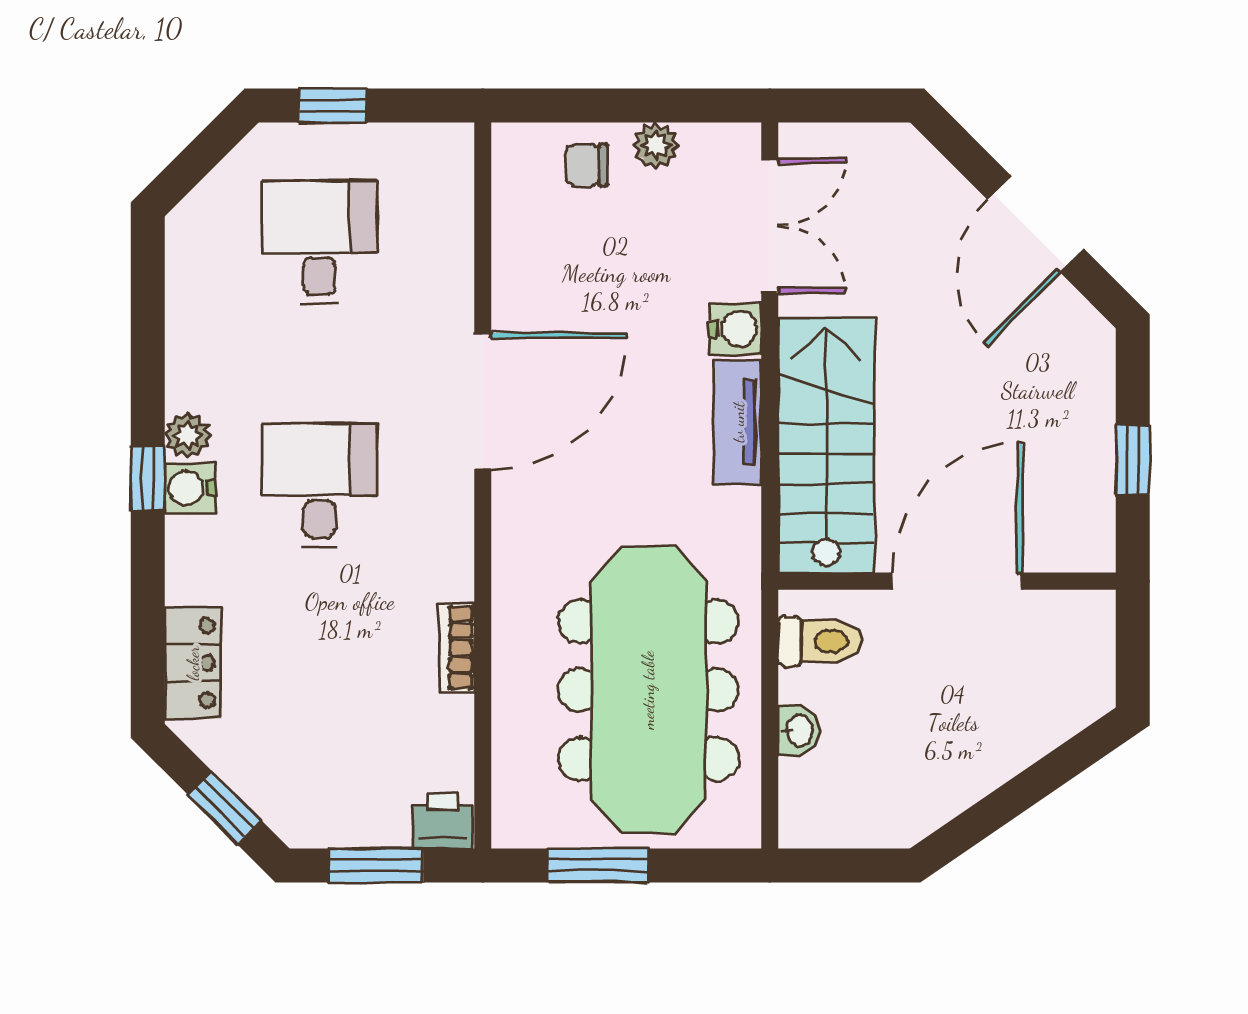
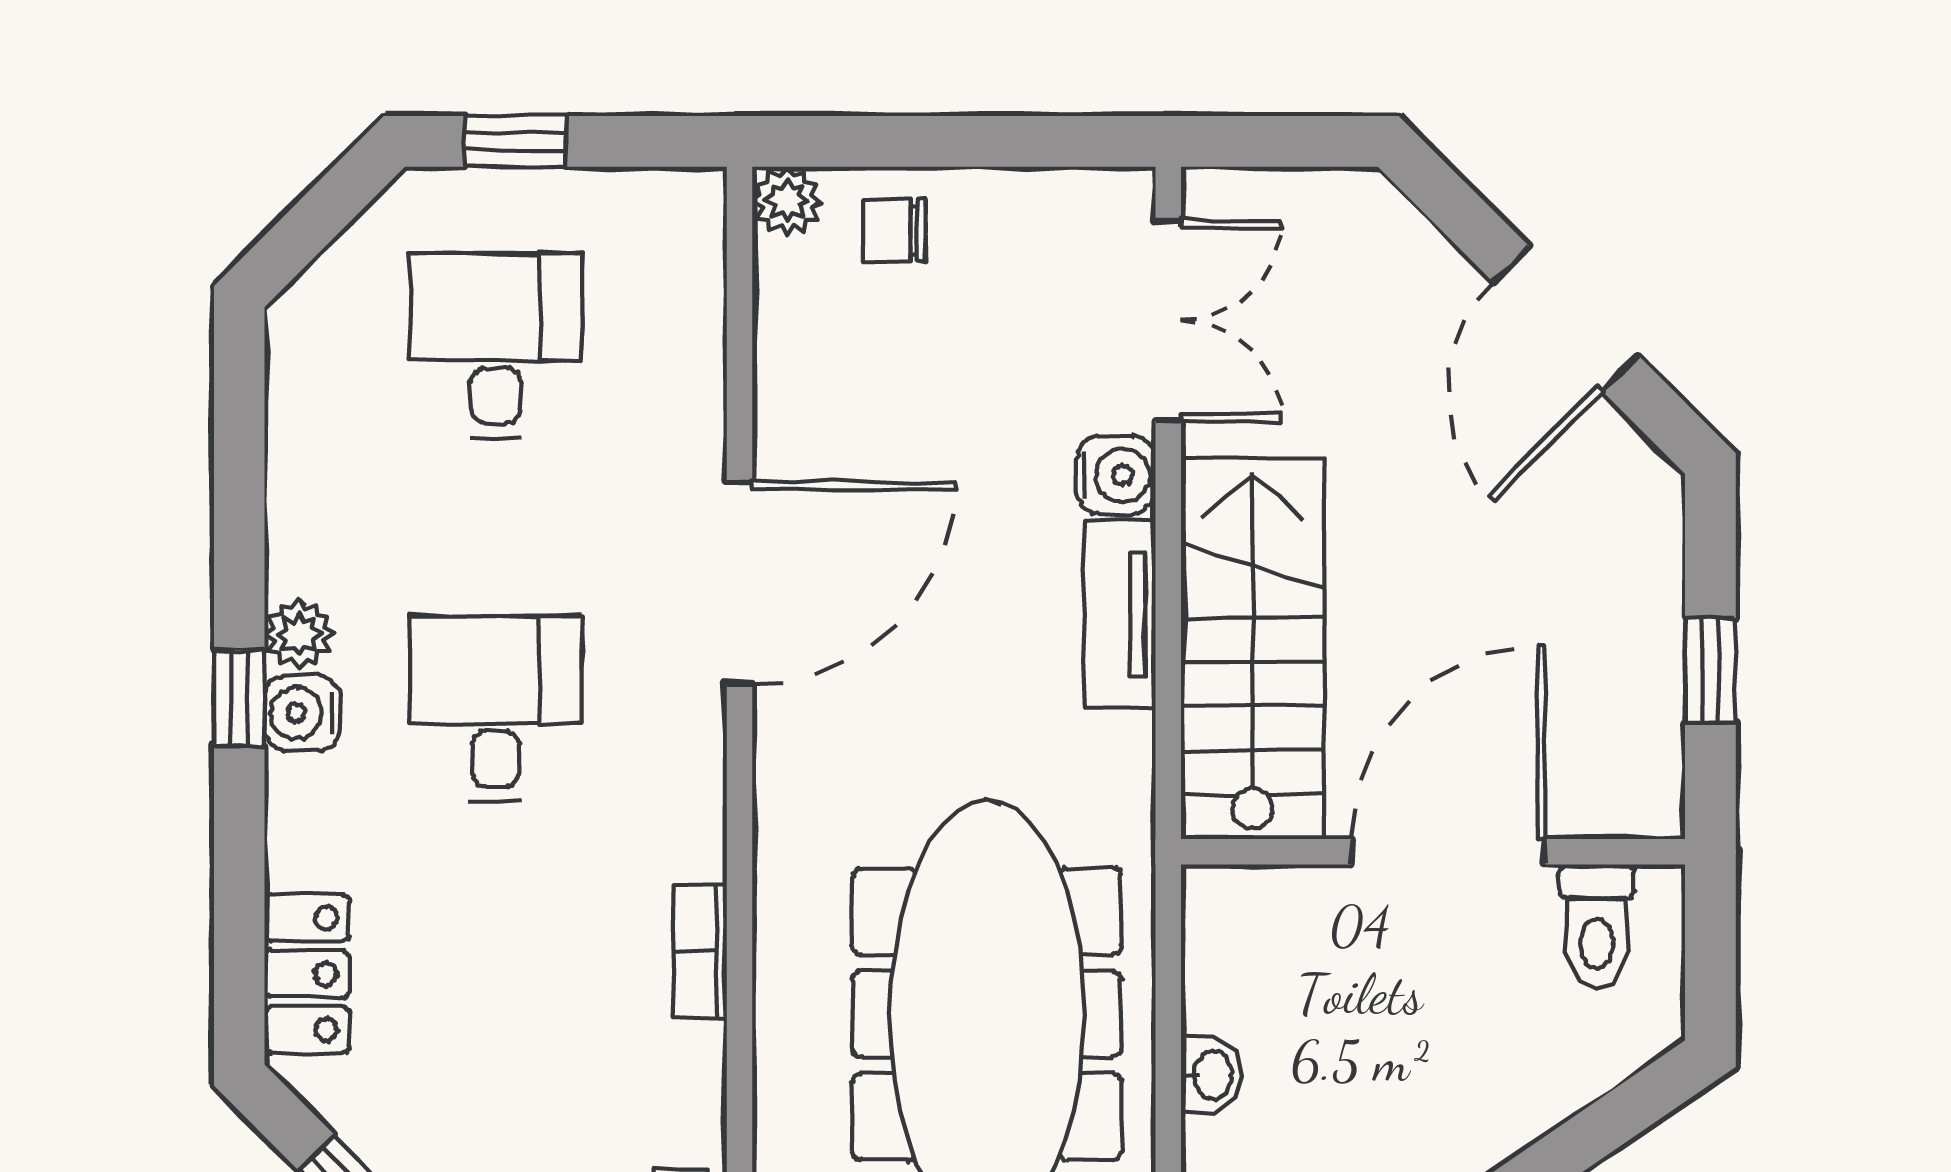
plant: (656, 146) -> (786, 201), moved
toilet: (820, 641) -> (1597, 926), moved, turned 90

